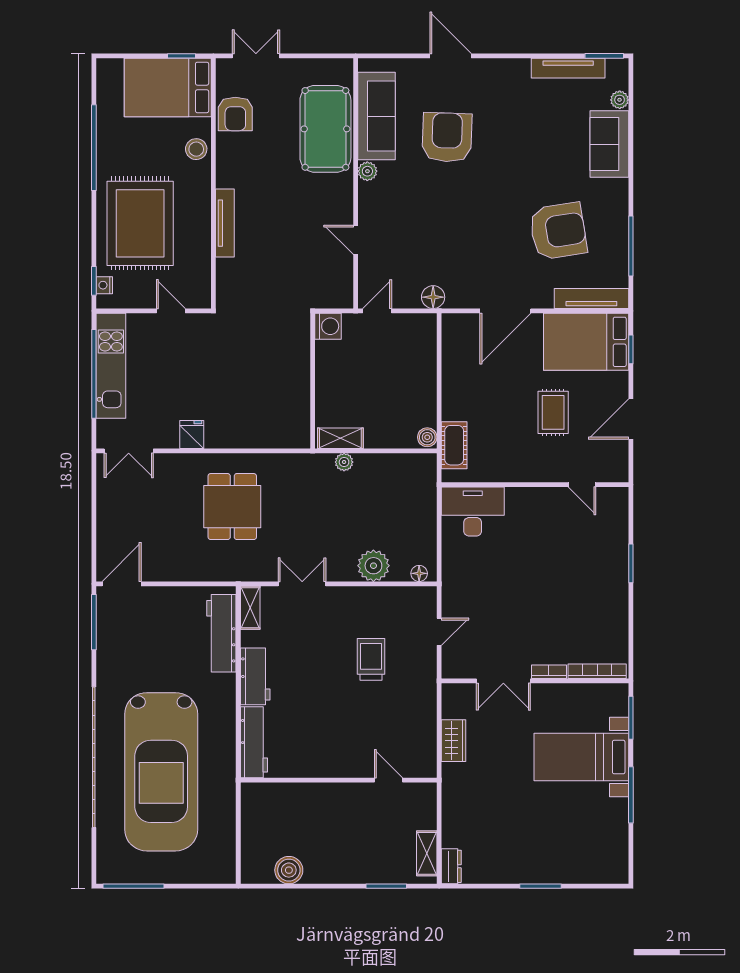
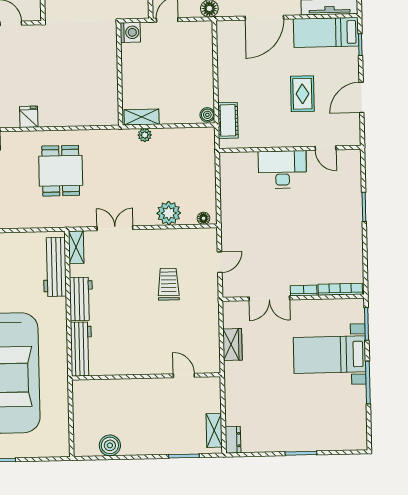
bed: (586, 342) -> (326, 32), width x0.67
desk: (473, 512) -> (282, 169), moved

